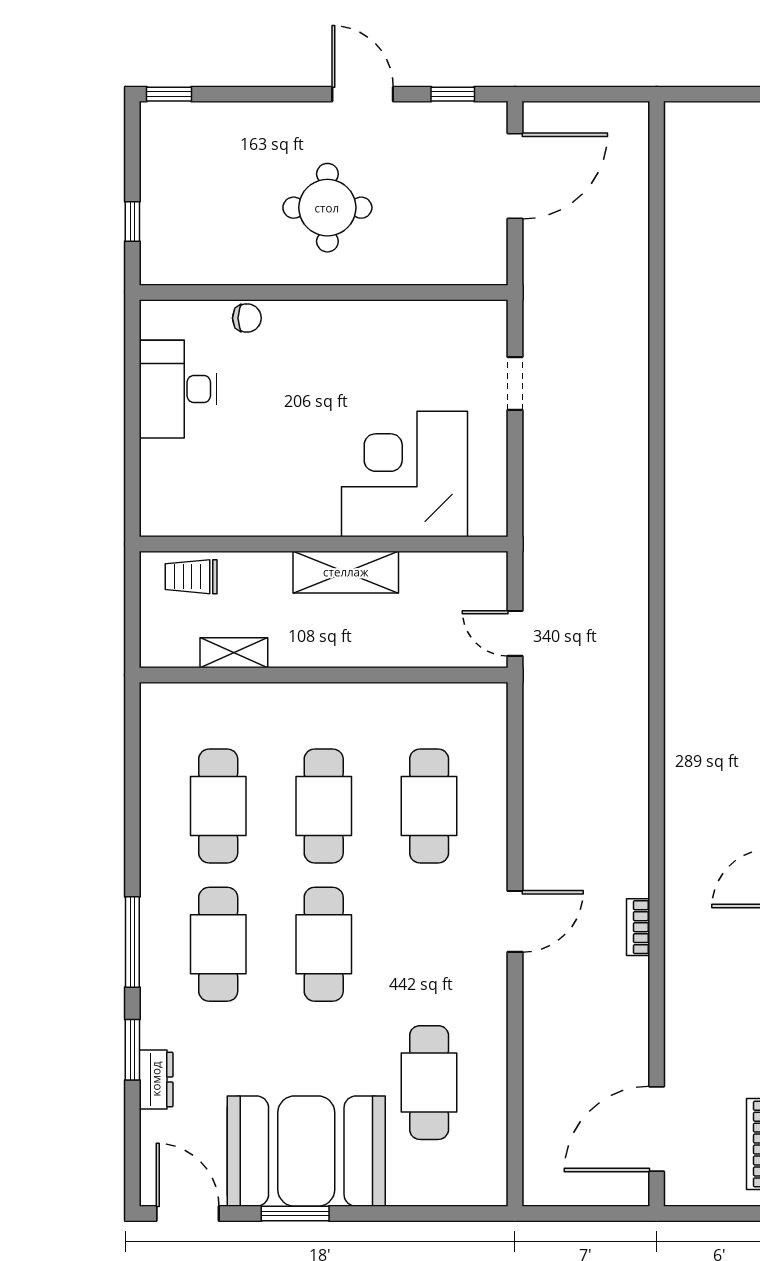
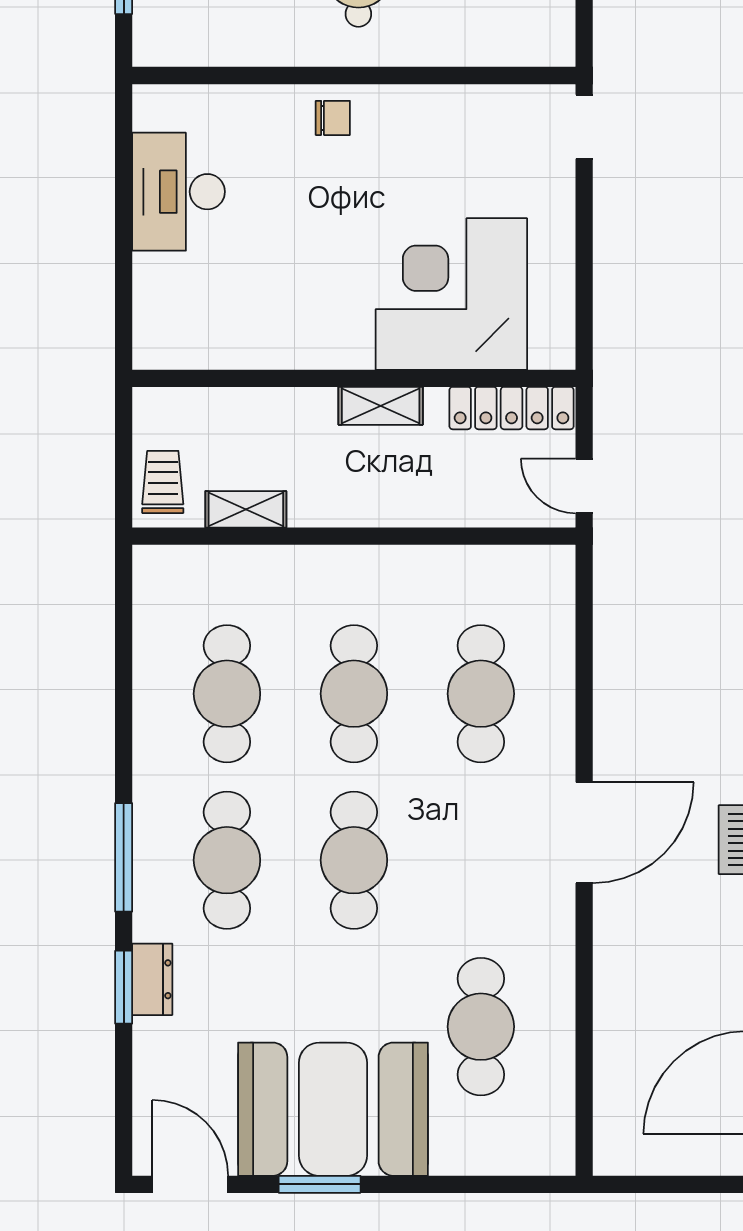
chair: (247, 318) -> (333, 118), moved
doorway: (515, 384) -> (584, 127), moved
locker: (455, 569) -> (512, 408), added
shelving: (346, 572) -> (381, 406), width x0.67, depth x0.75
trolley: (191, 577) -> (163, 482), moved, turned 90
door: (515, 921) -> (584, 833), width x1.36
dresser: (156, 1079) -> (152, 979), moved

